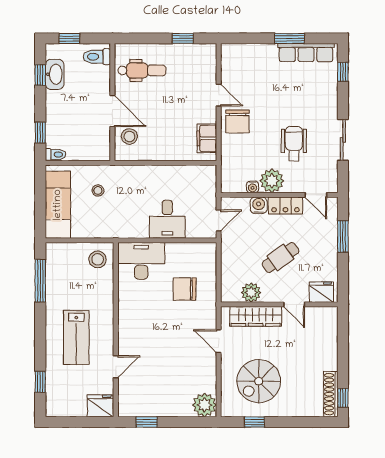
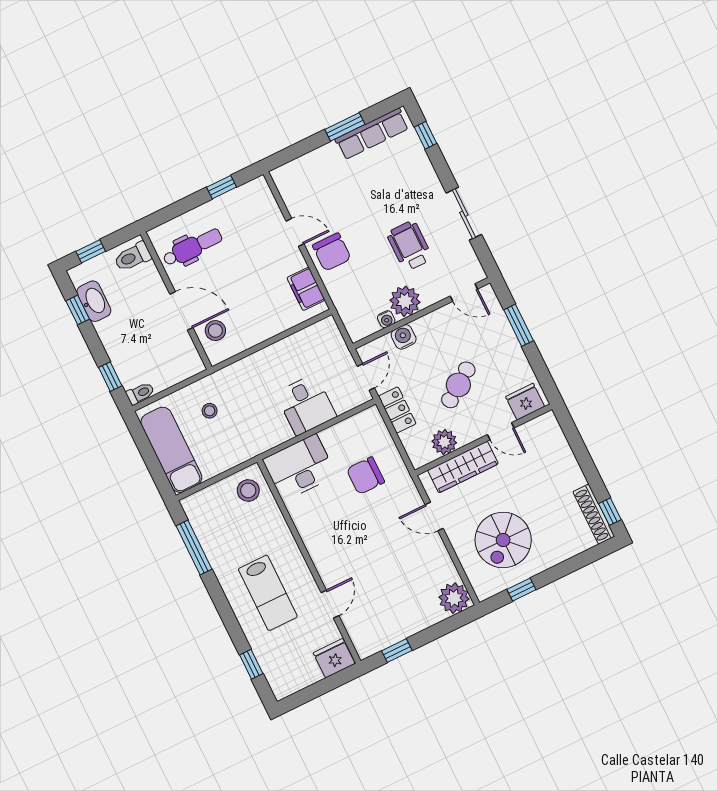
locker: (285, 205) -> (397, 410), moved, turned -90

